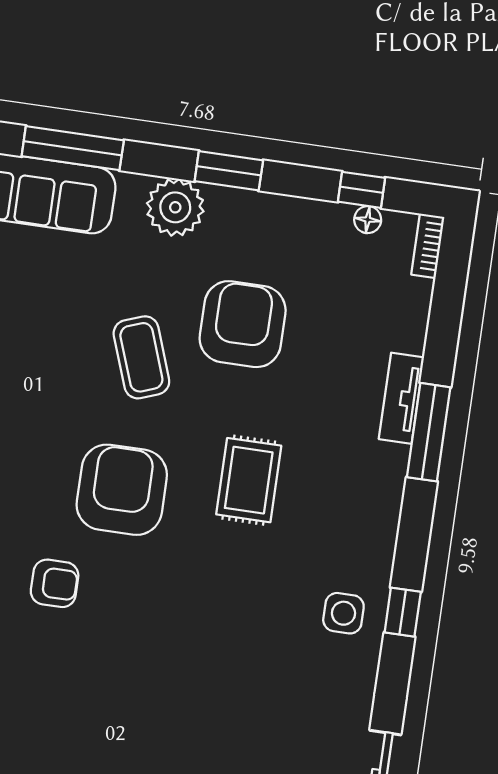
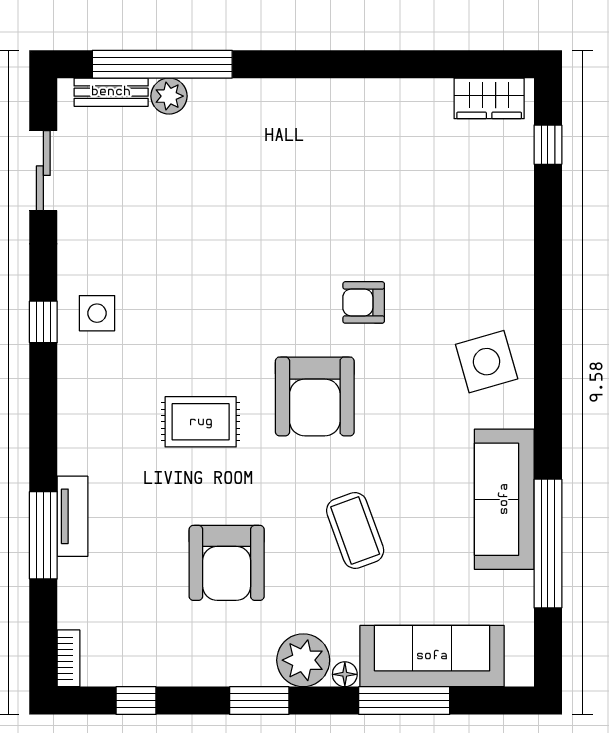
floor lamp: (368, 220) -> (345, 674), moved
coffee table: (141, 357) -> (355, 531), moved
window: (429, 432) -> (43, 535), moved
rug: (249, 480) -> (201, 422), turned 90

